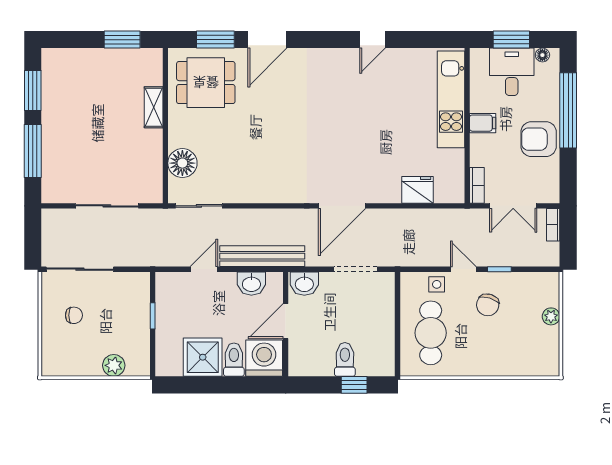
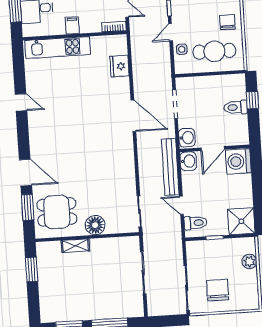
dining table: (206, 83) -> (57, 212), turned 90
floor lamp: (182, 163) -> (95, 225), moved
washbasin: (251, 284) -> (188, 161), moved
chair: (488, 305) -> (227, 22), moved, turned -107
chair: (74, 315) -> (218, 290), width x1.87, depth x1.87
door: (286, 321) -> (213, 149), hinge flipped
shower: (203, 357) -> (241, 221), moved
toilet: (234, 360) -> (195, 223), moved, turned 180

